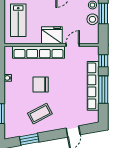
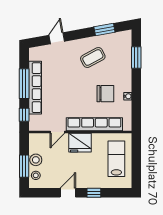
chair: (41, 84) -> (105, 94), moved

